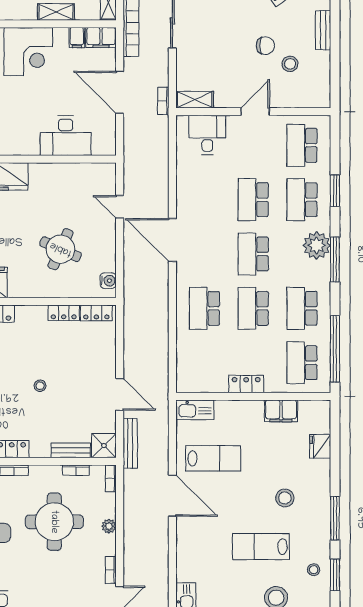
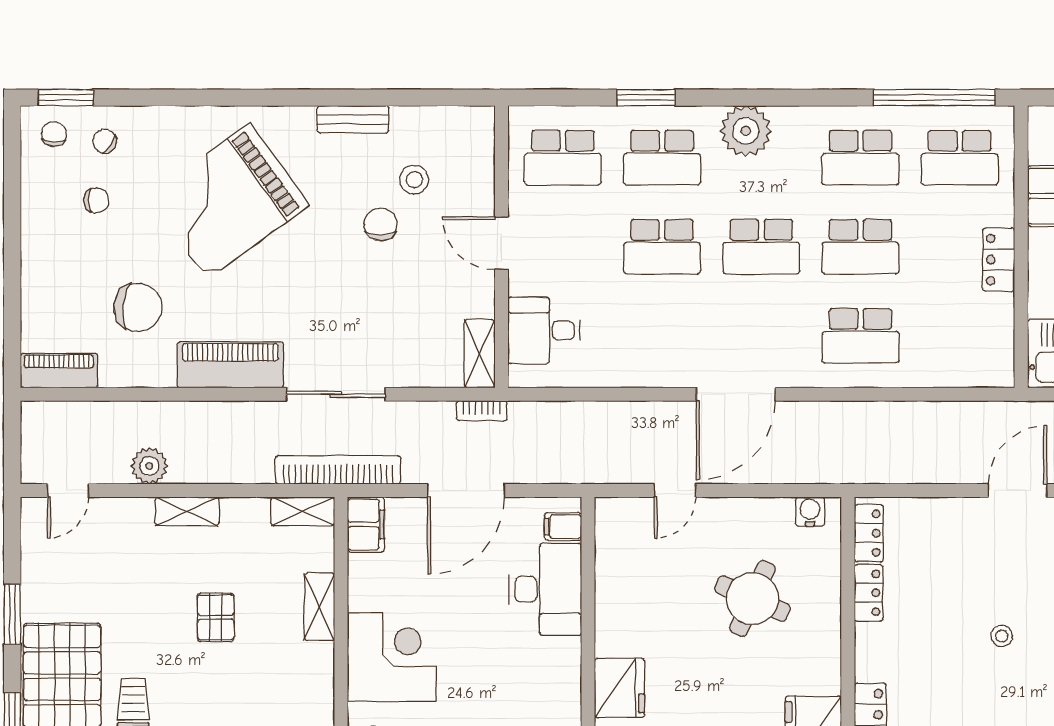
filing cabinet: (77, 38) -> (563, 527), moved, turned 180
window: (335, 259) -> (771, 98), removed

